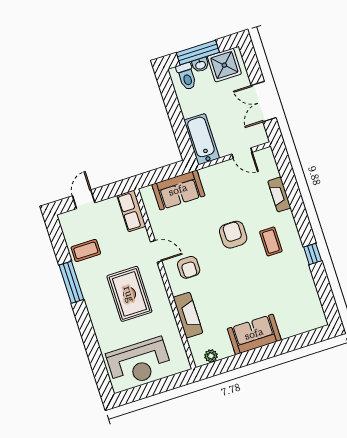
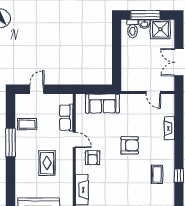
bathtub: (202, 139) -> (129, 74), removed
row of seats: (131, 211) -> (66, 118), moved
armchair: (233, 235) -> (130, 145), turned 90
coffee table: (271, 241) -> (157, 174), moved
rug: (129, 294) -> (47, 163), width x0.73, depth x0.70

